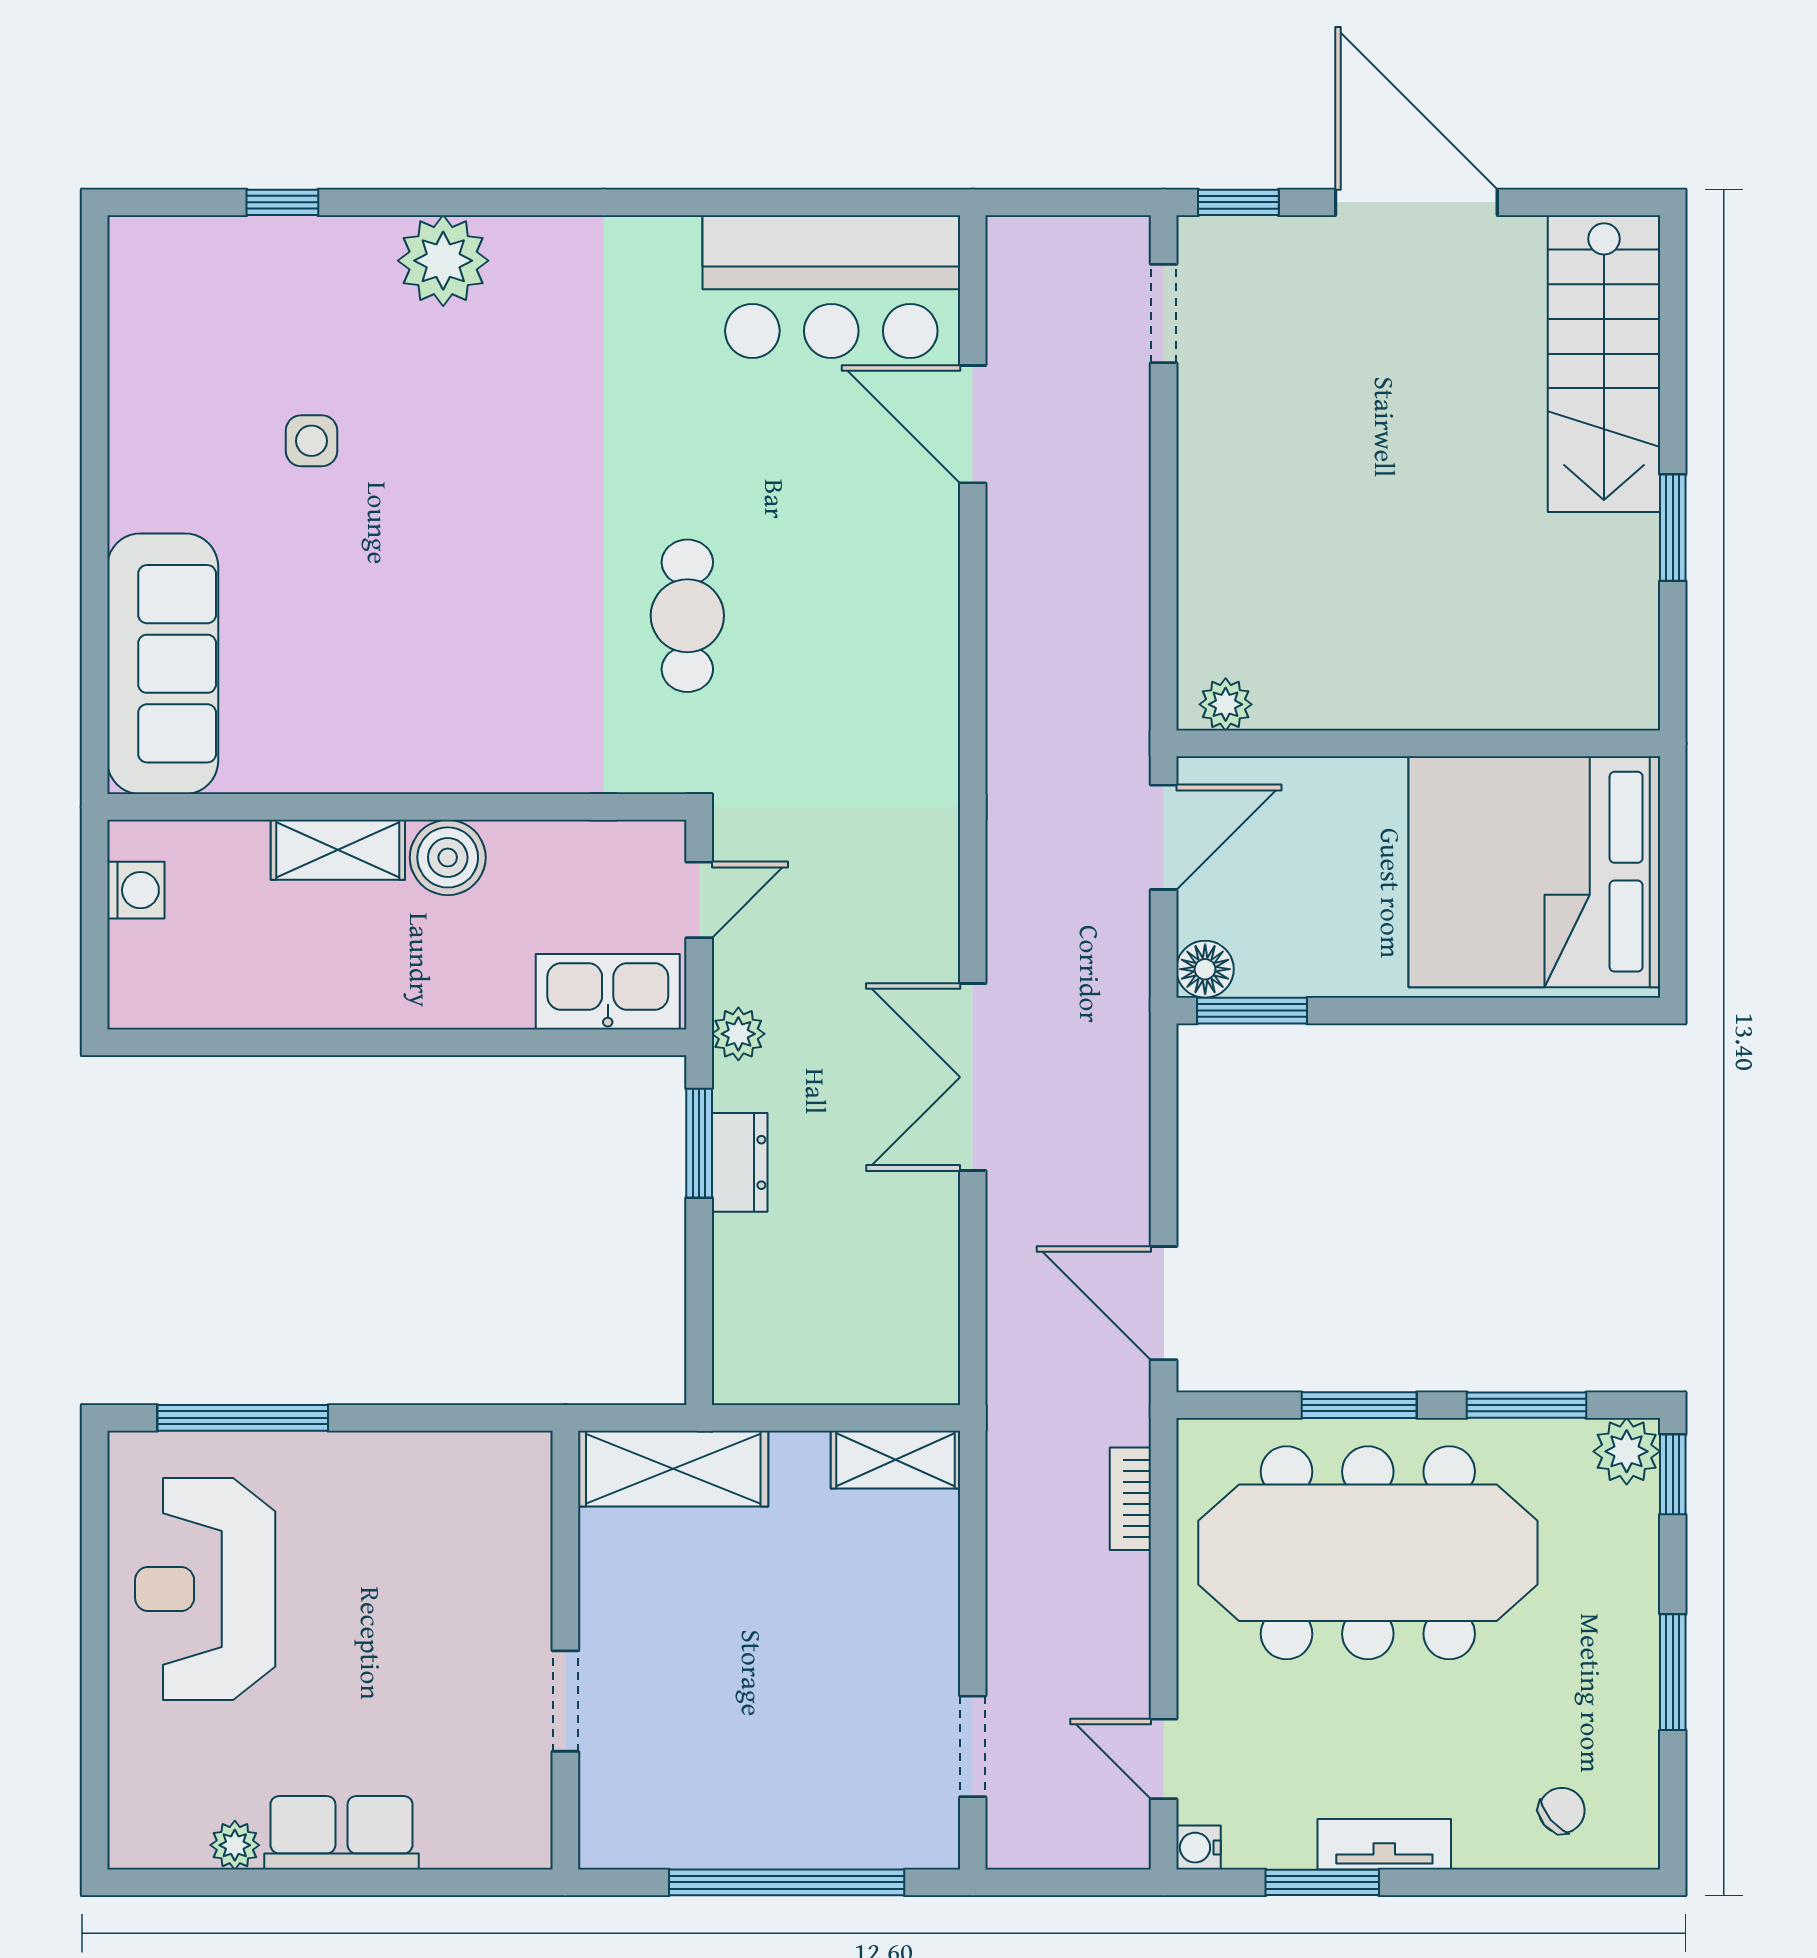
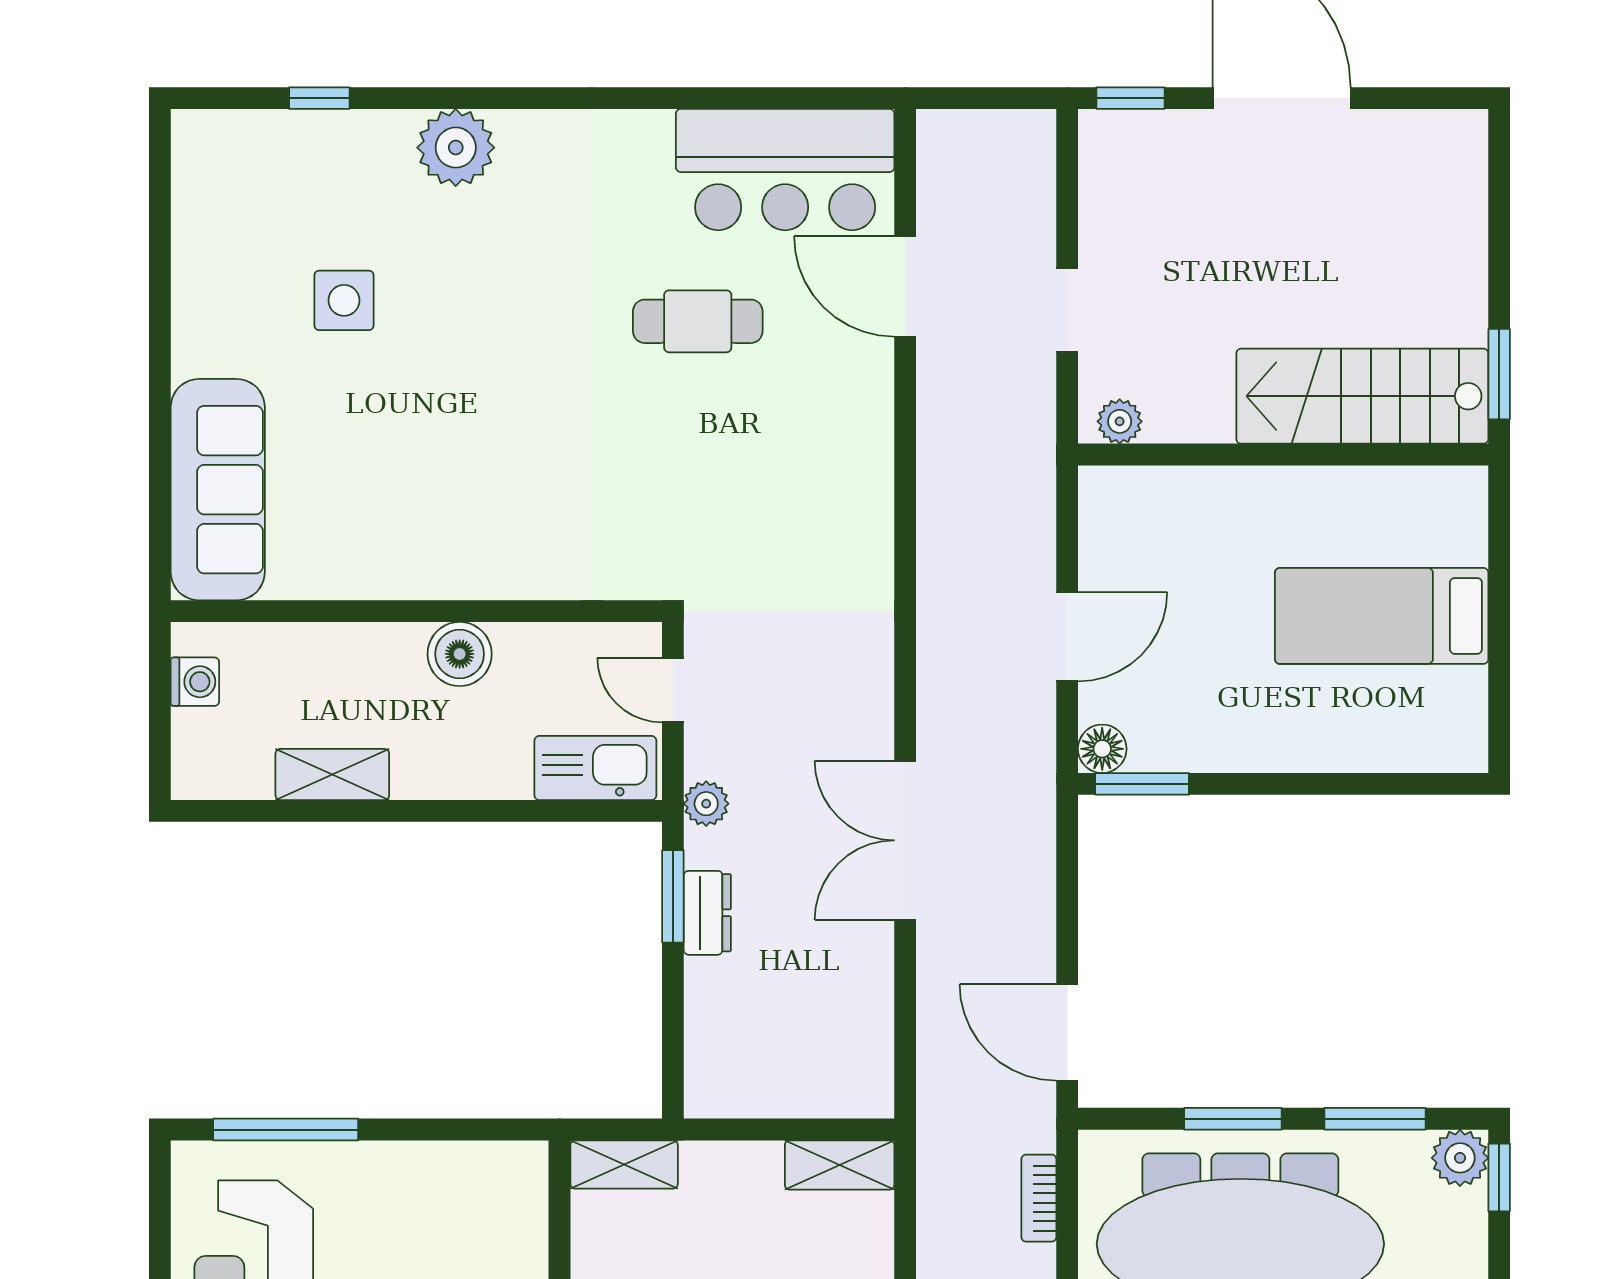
doorway: (1164, 313) -> (1067, 310), moved
stairs: (1604, 364) -> (1362, 396), moved, turned 90
side table: (311, 441) -> (344, 300), width x1.37, depth x1.37
cafe table: (687, 616) -> (698, 321), moved, turned 90
plant: (1226, 704) -> (1120, 421), moved
wall: (1418, 743) -> (1283, 455), moved
shelving: (338, 850) -> (332, 775), moved
bed: (1534, 872) -> (1382, 616), width x0.49
door: (699, 900) -> (673, 690), swing flipped
shelving: (673, 1469) -> (624, 1164), width x0.67, depth x0.75

